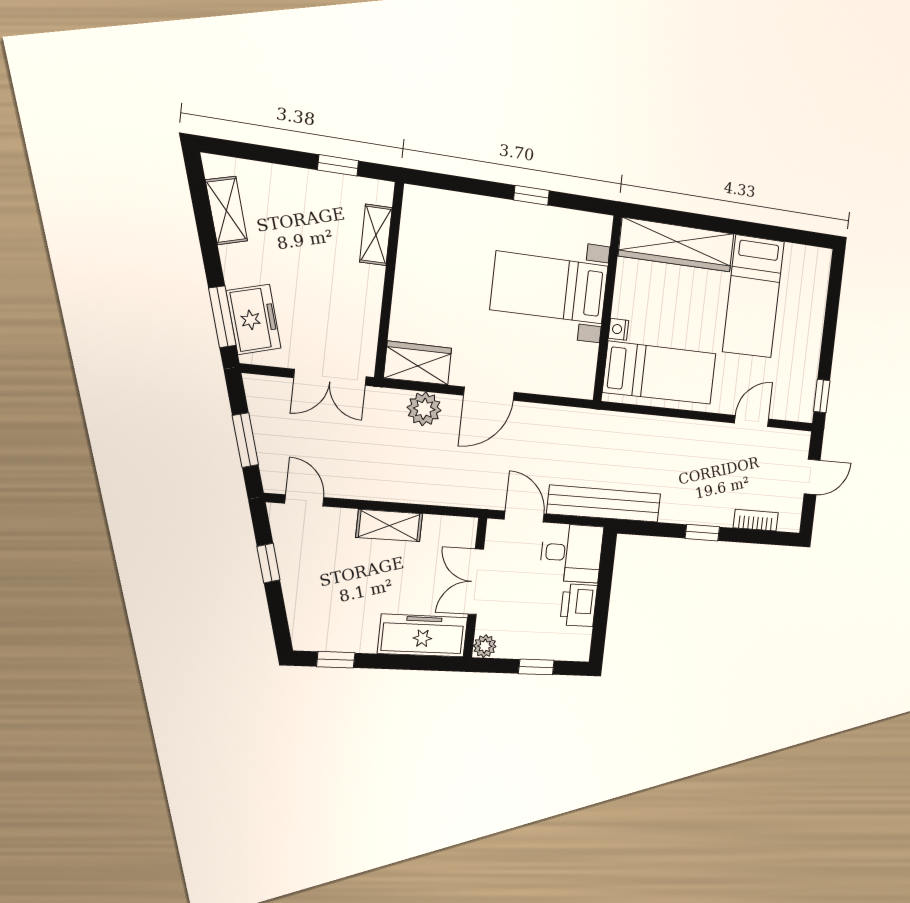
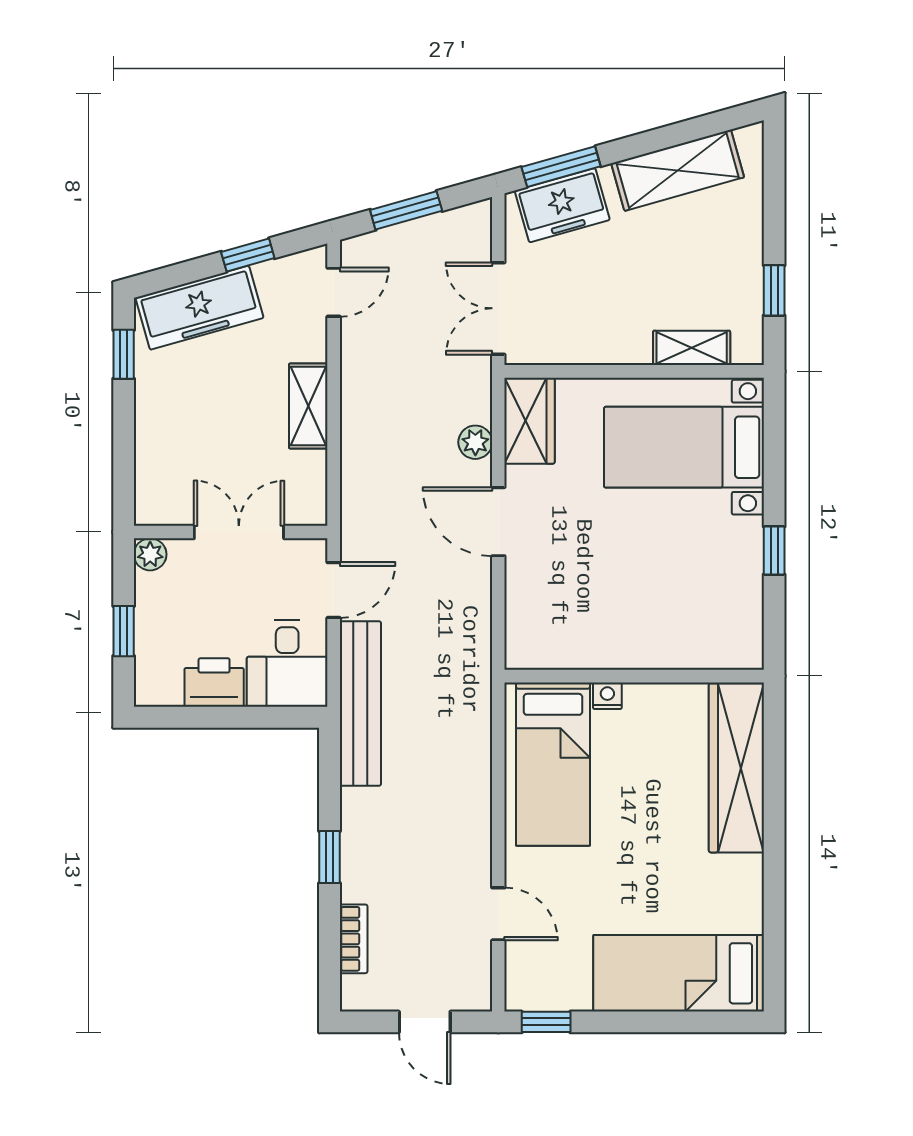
shelving: (226, 211) -> (678, 170), width x1.50, depth x1.33
bed with nightstands: (550, 288) -> (684, 447), moved, turned -90
bed: (753, 296) -> (679, 973), moved
plant: (424, 409) -> (475, 442), width x0.73, depth x0.73
freezer: (423, 635) -> (199, 308), moved, turned 74

